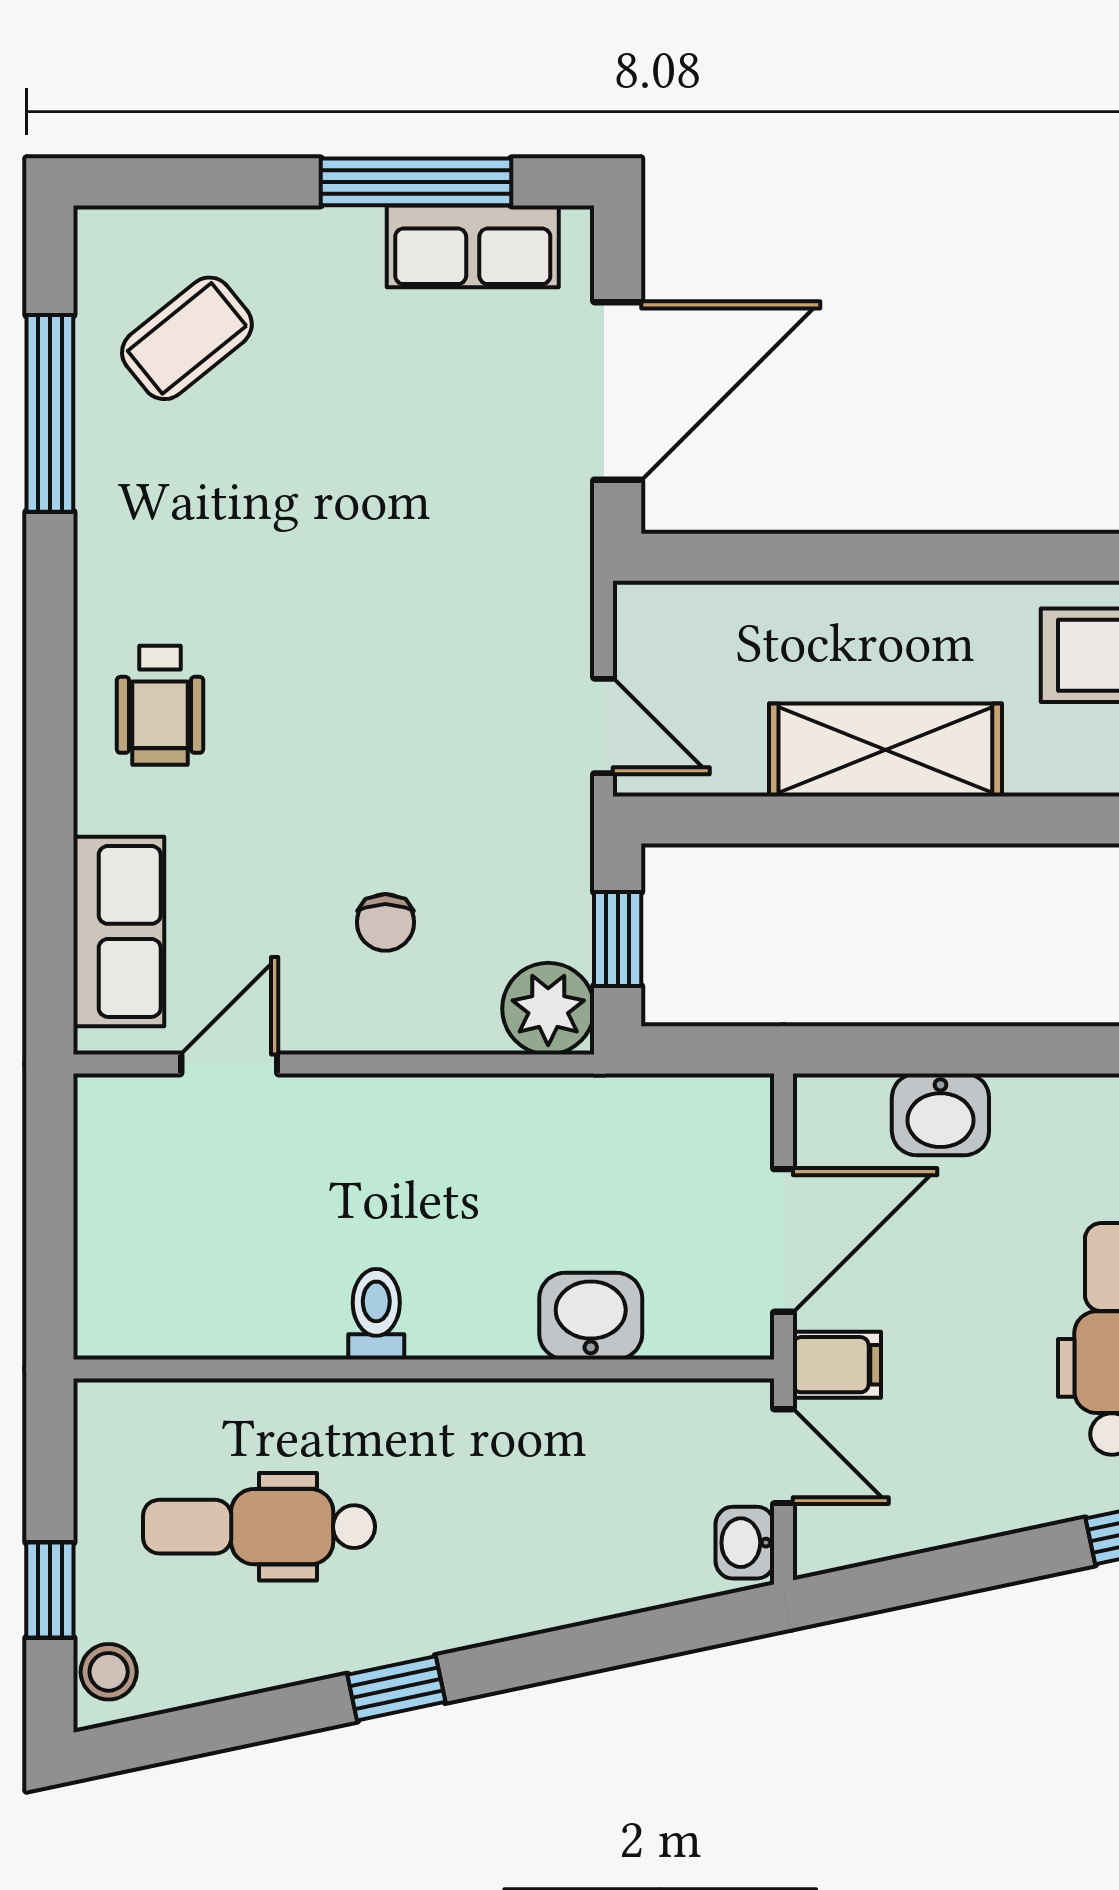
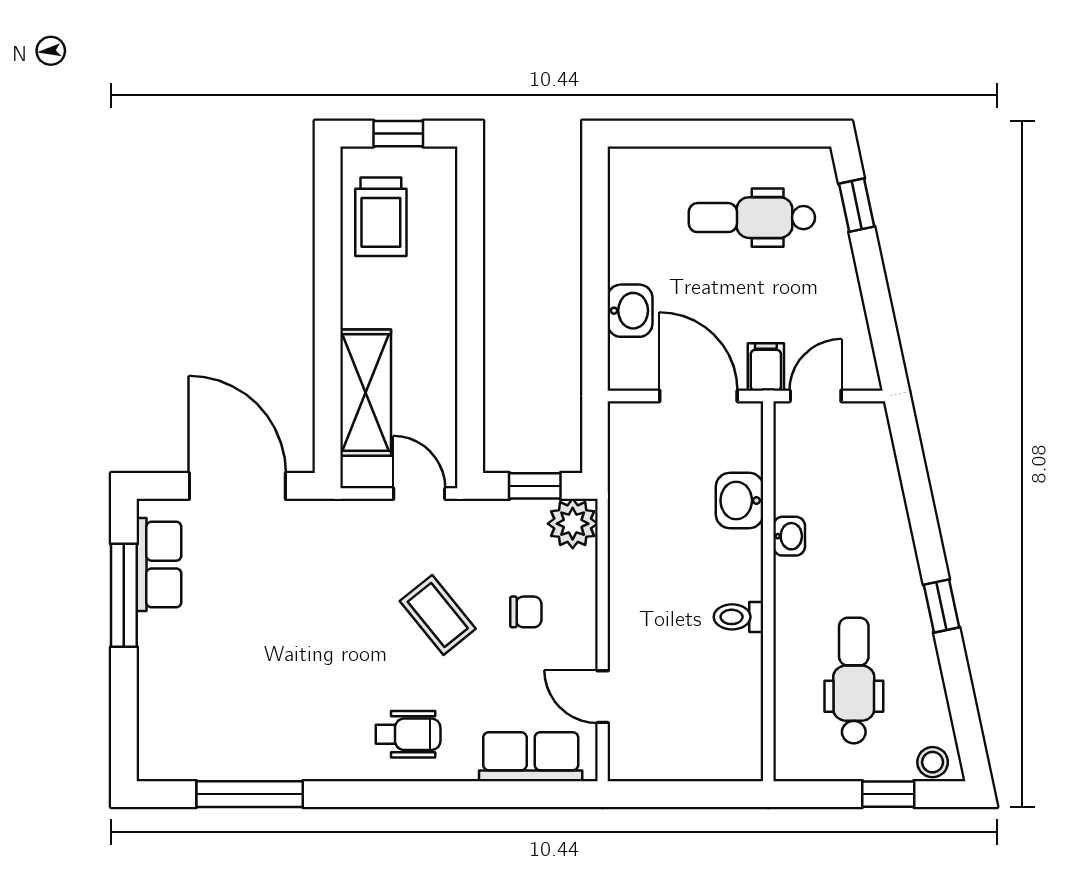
coffee table: (187, 338) -> (438, 615), moved
door: (604, 726) -> (419, 494), hinge flipped
shelving: (885, 750) -> (366, 393), moved
dental chair: (259, 1527) -> (854, 681), turned 180
washbasin: (745, 1543) -> (789, 536), moved, turned -90

